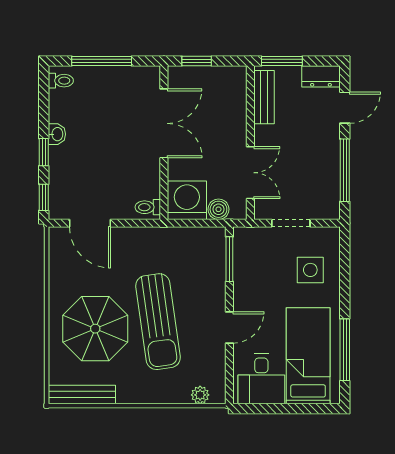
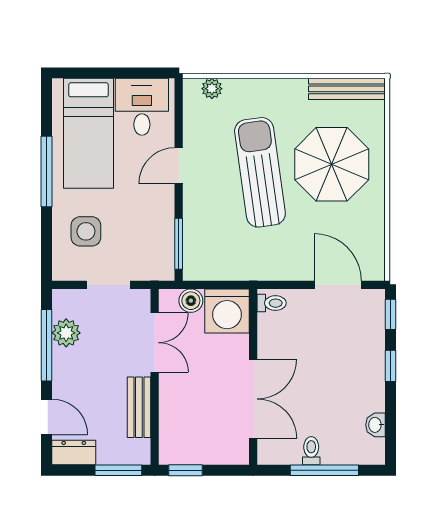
window: (197, 61) -> (185, 470), moved
toilet: (61, 81) -> (311, 451), moved, turned 90
bench: (264, 97) -> (139, 407), moved
door: (345, 108) -> (47, 417), swing flipped
double door: (164, 123) -> (253, 399), swing flipped
washbasin: (57, 134) -> (375, 425), moved
double door: (250, 173) -> (155, 343), swing flipped
plant: (328, 181) -> (66, 333), added
window: (345, 350) -> (47, 172), moved

